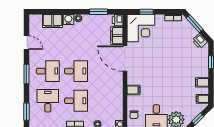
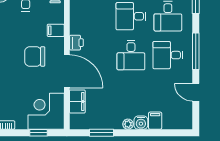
printer: (118, 20) -> (76, 43), moved
filing cabinet: (53, 21) -> (155, 121), width x0.50
chair: (149, 70) -> (35, 56), added
desk: (76, 71) -> (131, 55), turned -90
window: (26, 74) -> (196, 51), width x1.44

